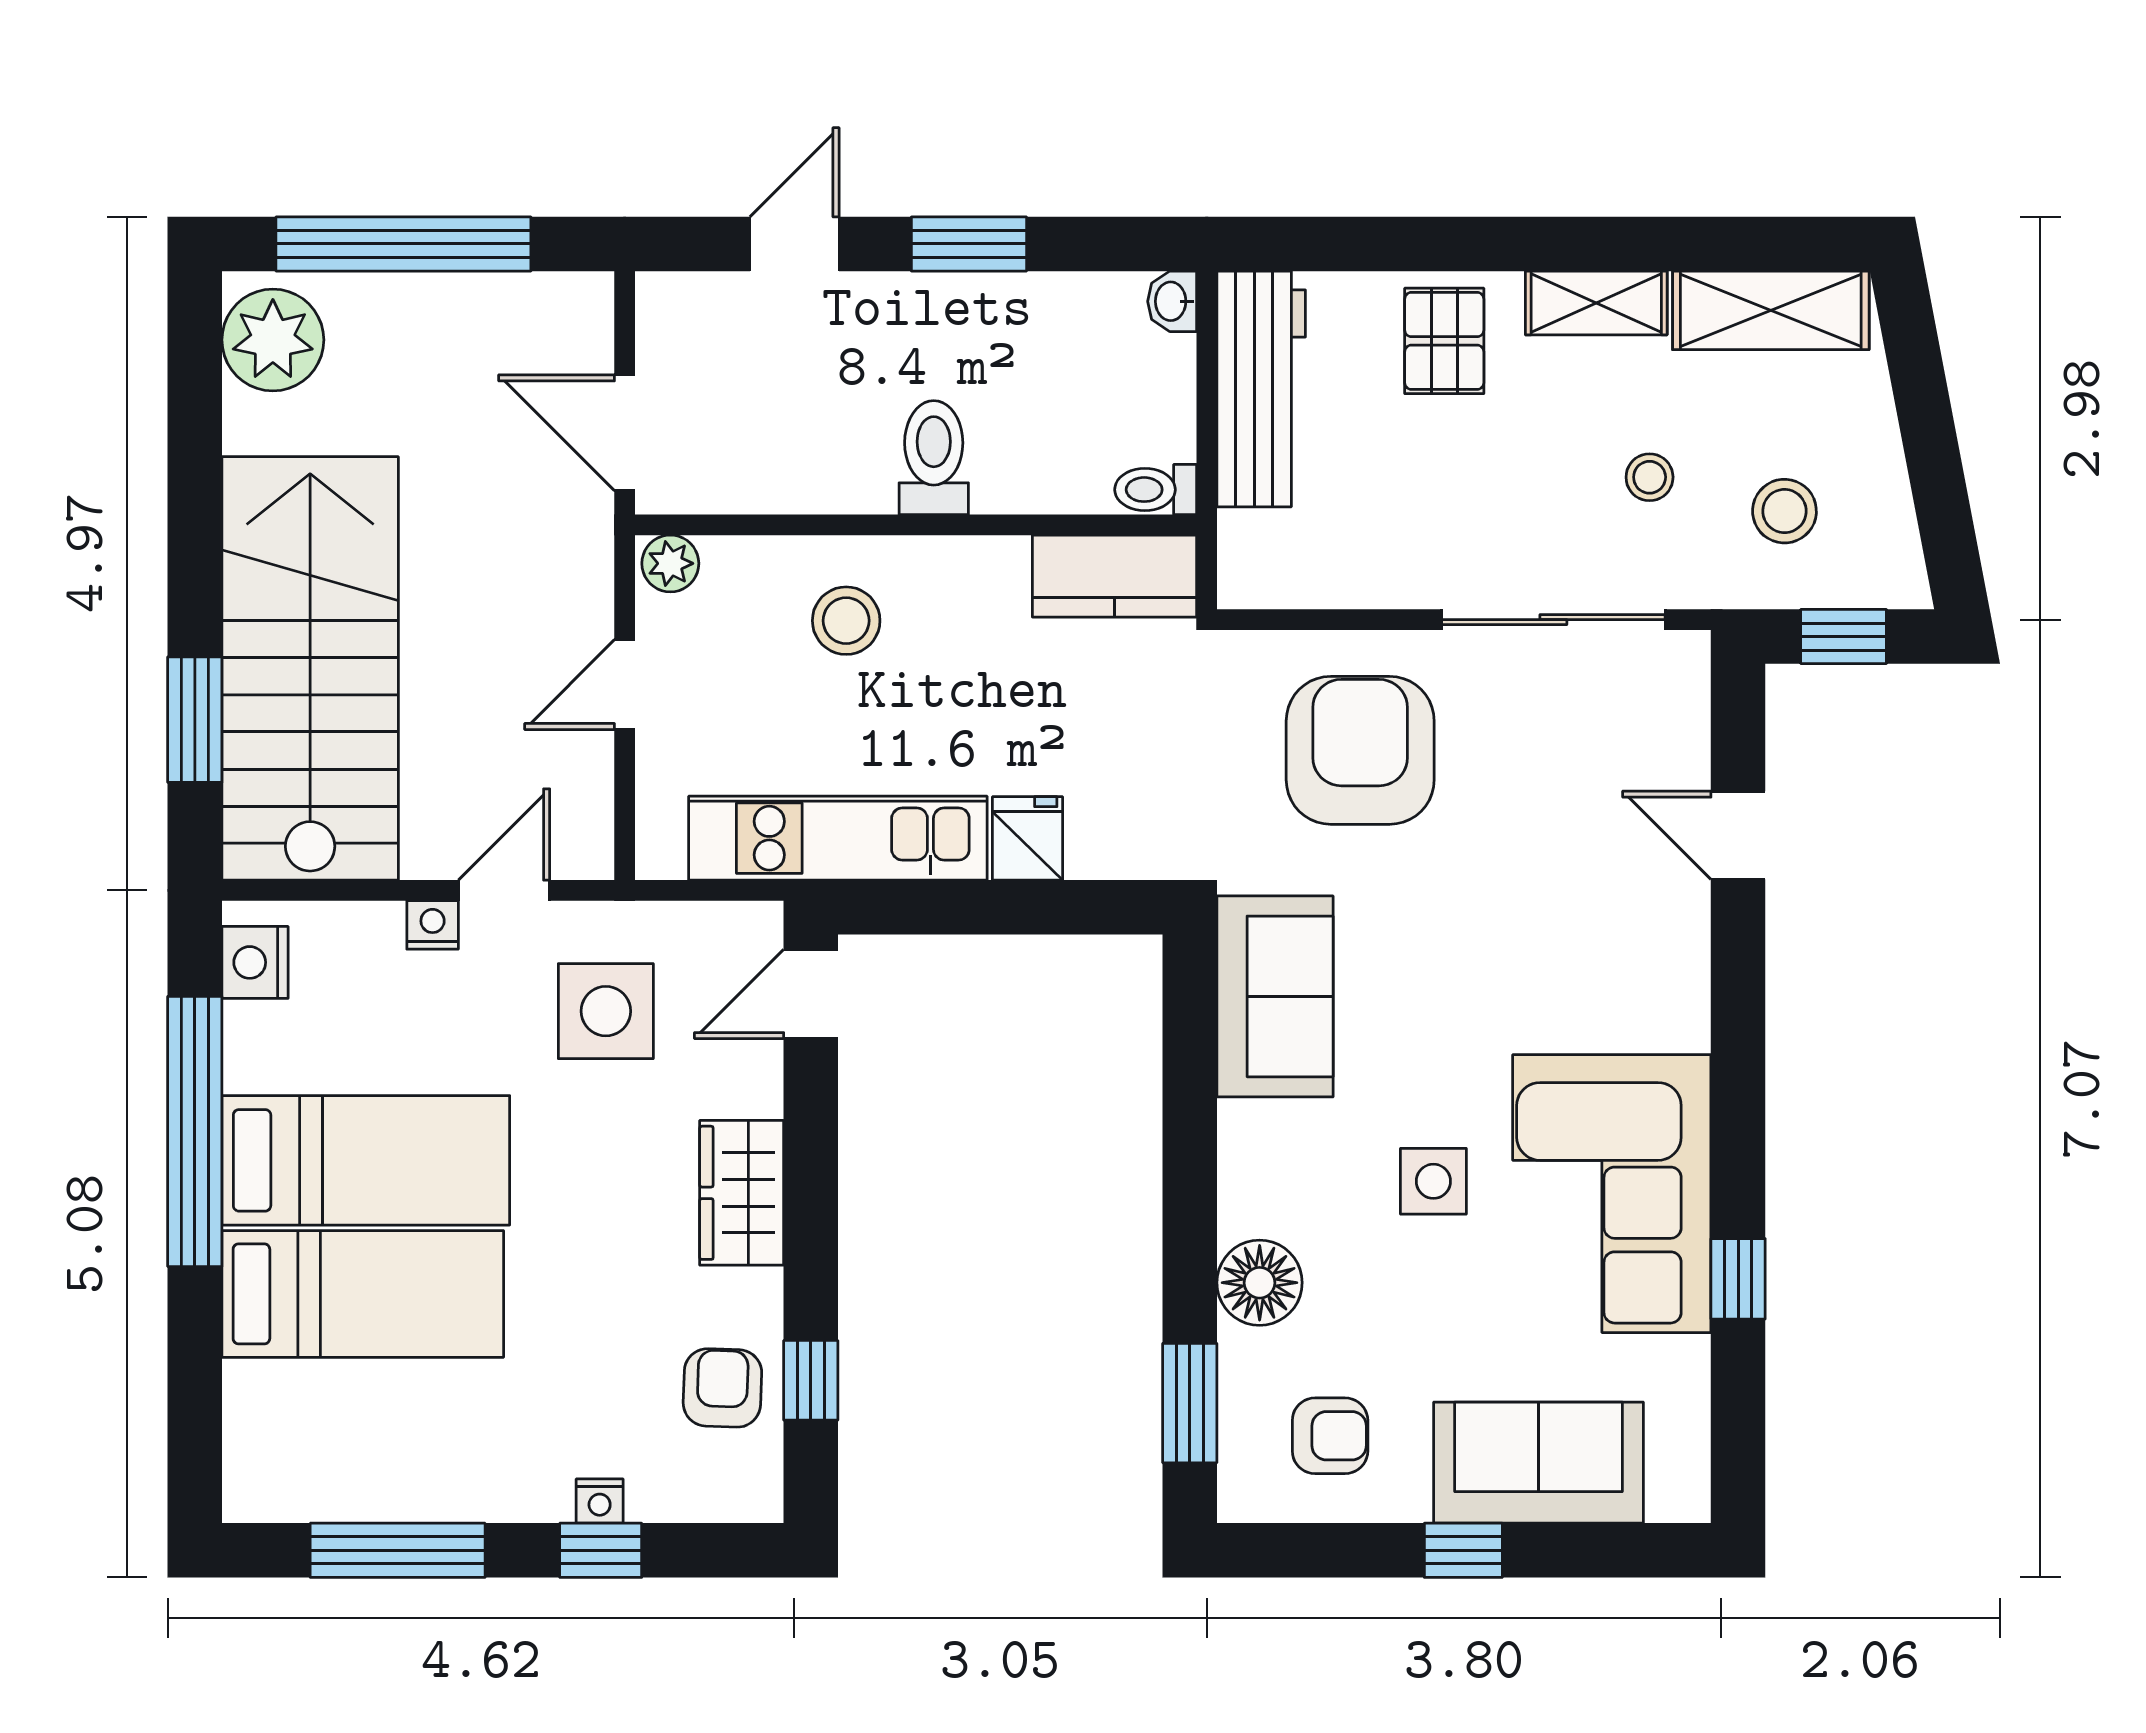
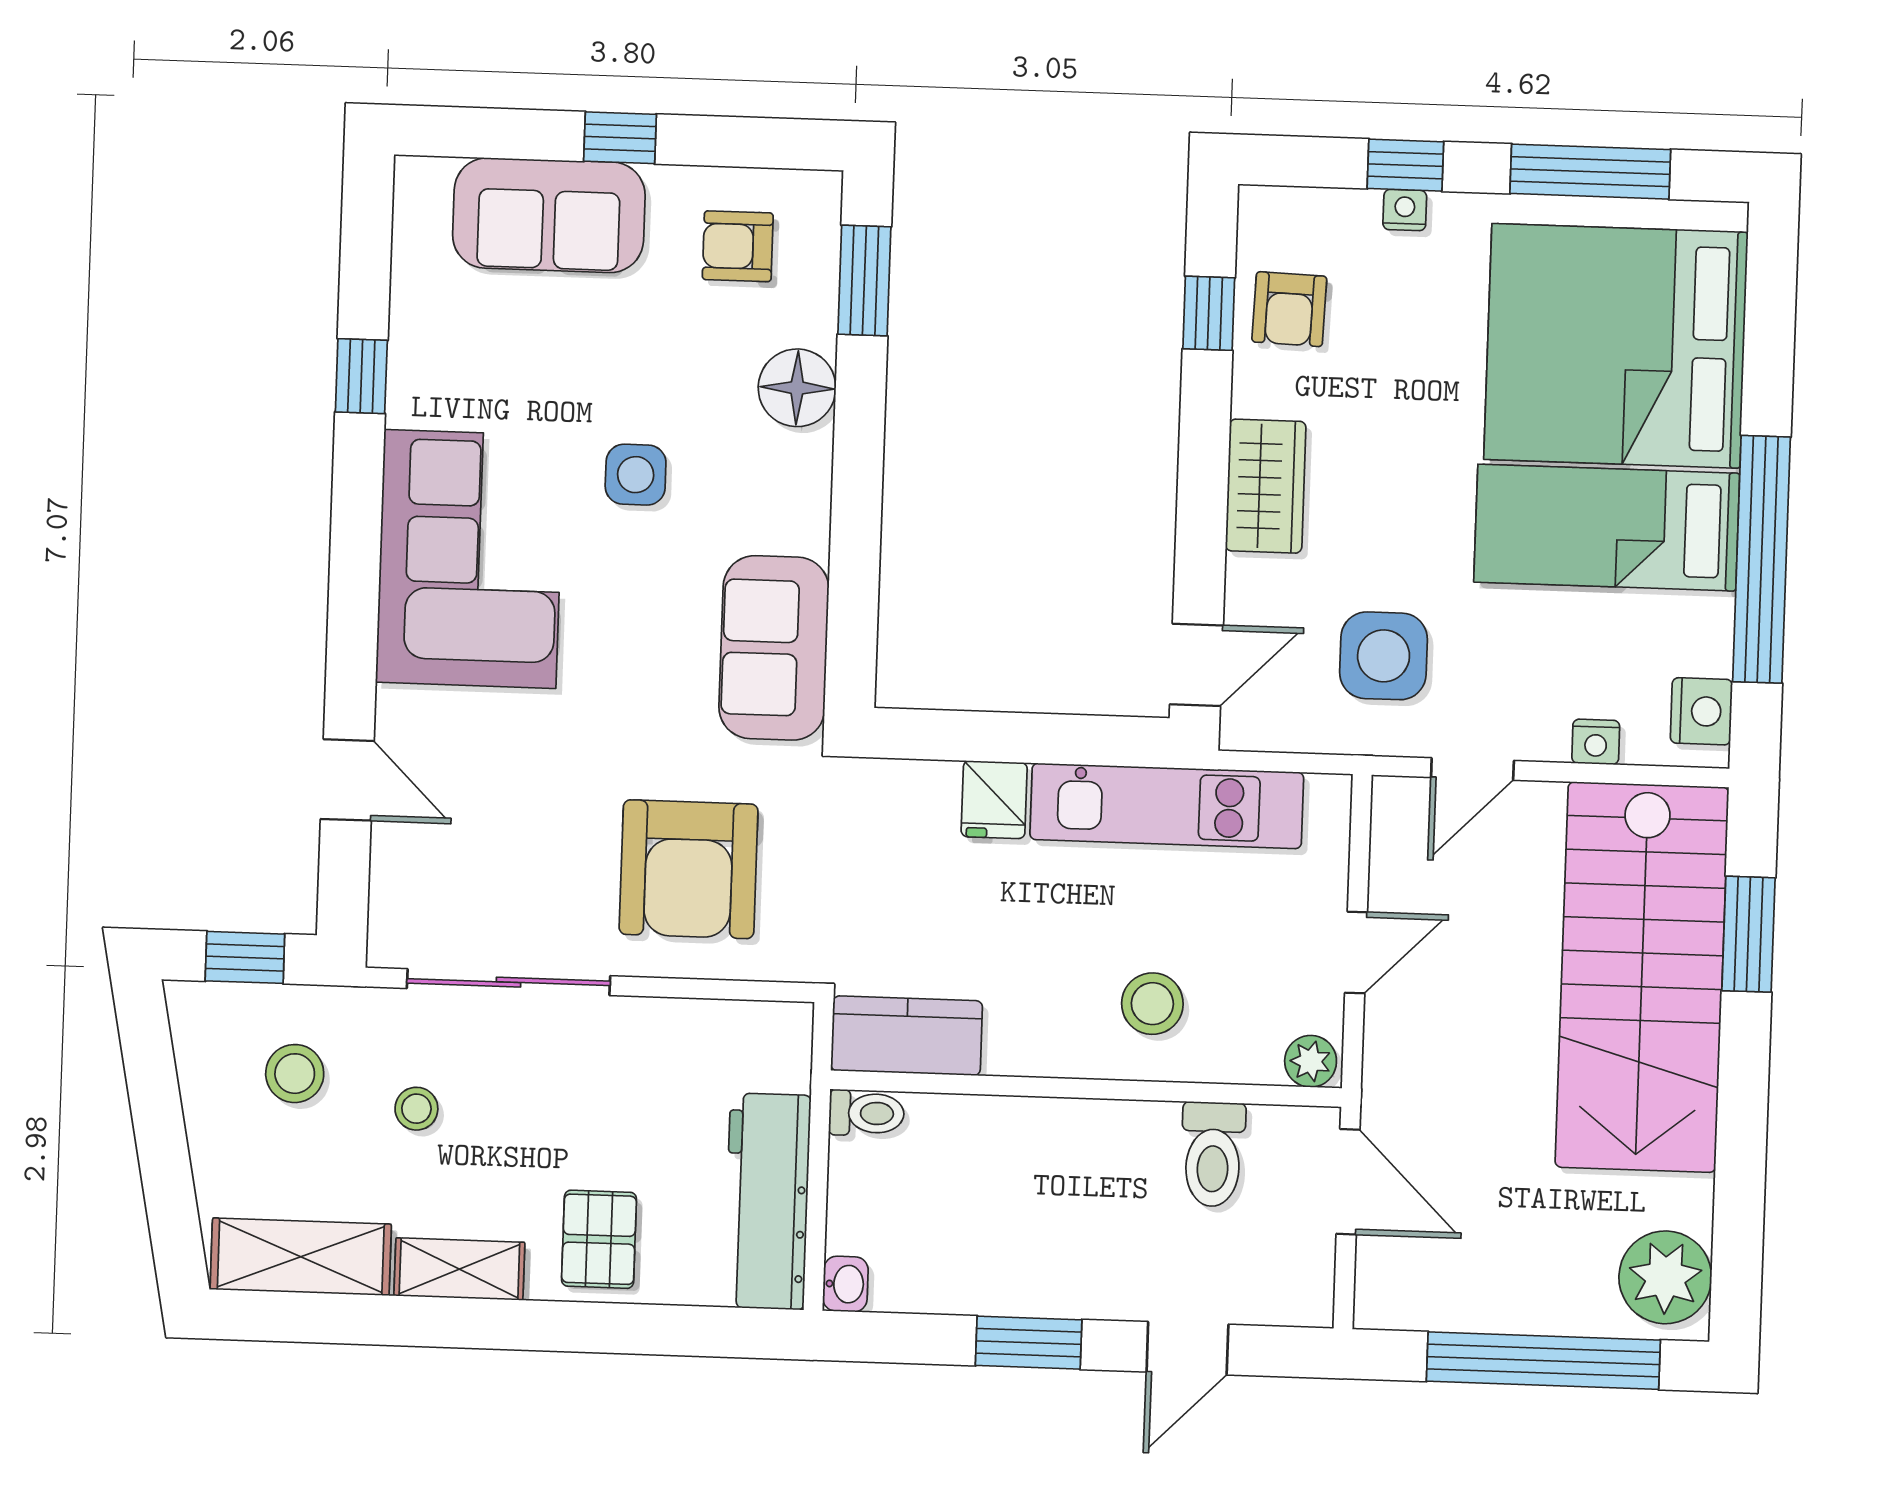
toilet: (934, 458) -> (1213, 1154), moved
nightstand: (433, 925) -> (1596, 742), moved
corner sofa: (1612, 1194) -> (470, 559), moved
bed: (363, 1294) -> (1616, 346), width x2.04

